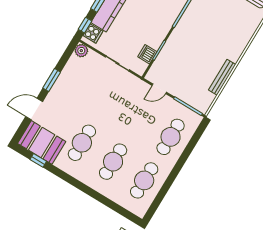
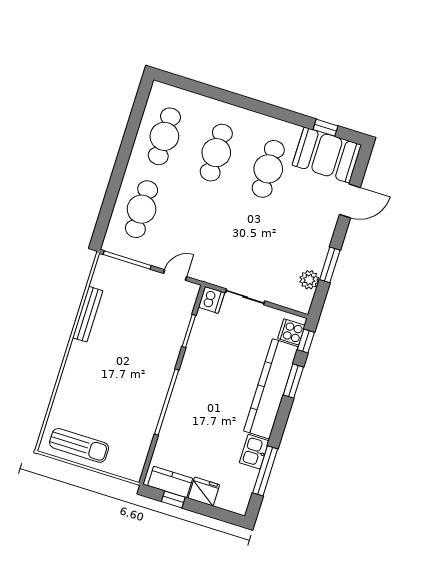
plant: (81, 51) -> (309, 280), moved
dishwasher: (147, 54) -> (211, 300), moved
window: (52, 80) -> (330, 265), moved

